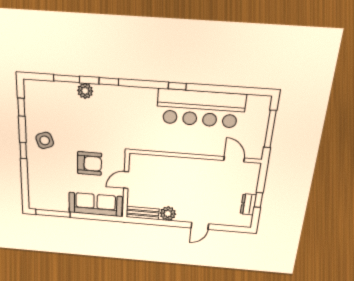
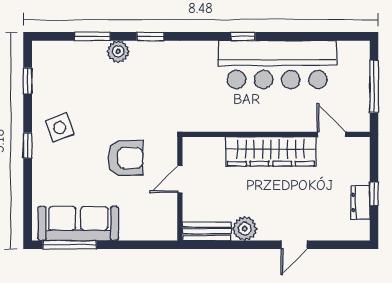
wardrobe: (190, 167) -> (271, 151), added
sofa: (96, 204) -> (78, 223), moved

